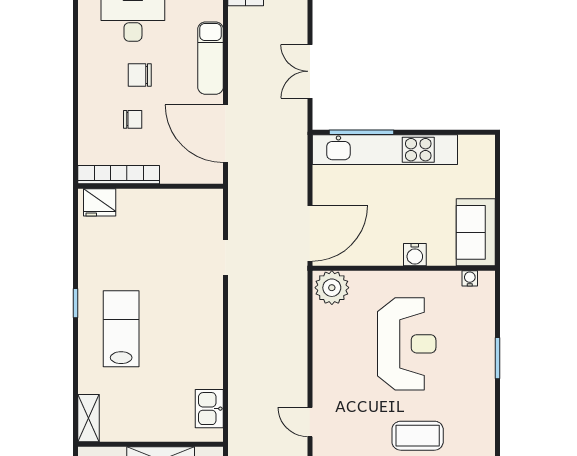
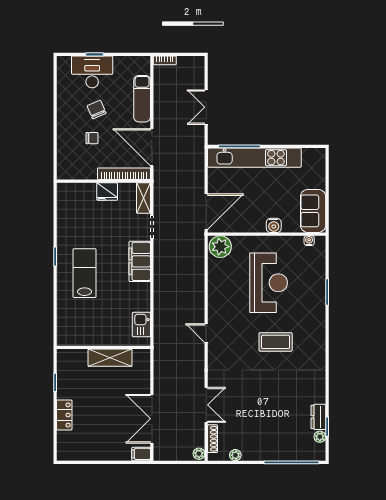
chair: (140, 75) -> (97, 110), turned 67
bookcase: (119, 175) -> (124, 174), moved
fridge: (100, 202) -> (107, 192), moved
filing cabinet: (207, 311) -> (140, 261), added
shelving: (88, 418) -> (143, 198), moved

